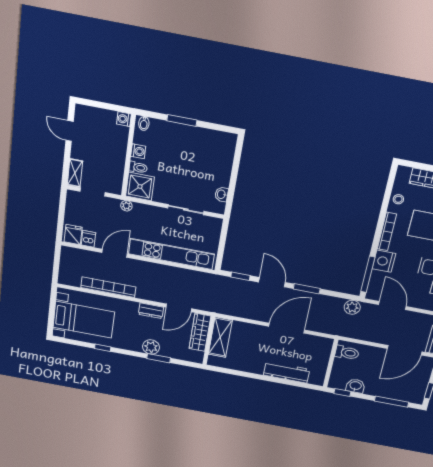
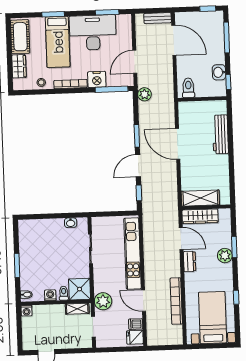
shelving: (75, 173) -> (77, 309), moved
plant: (126, 206) -> (103, 301), width x1.87, depth x1.87

